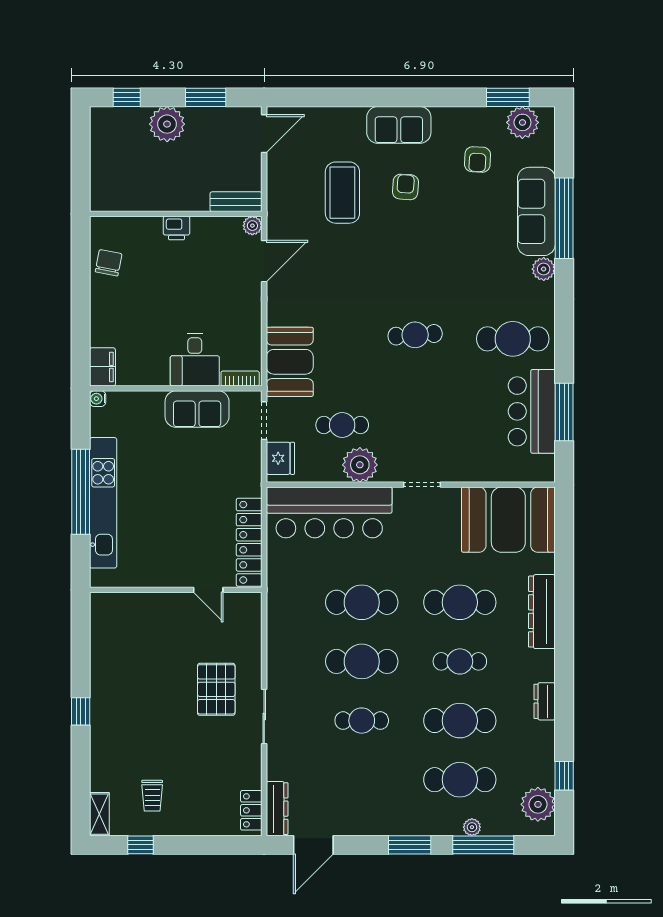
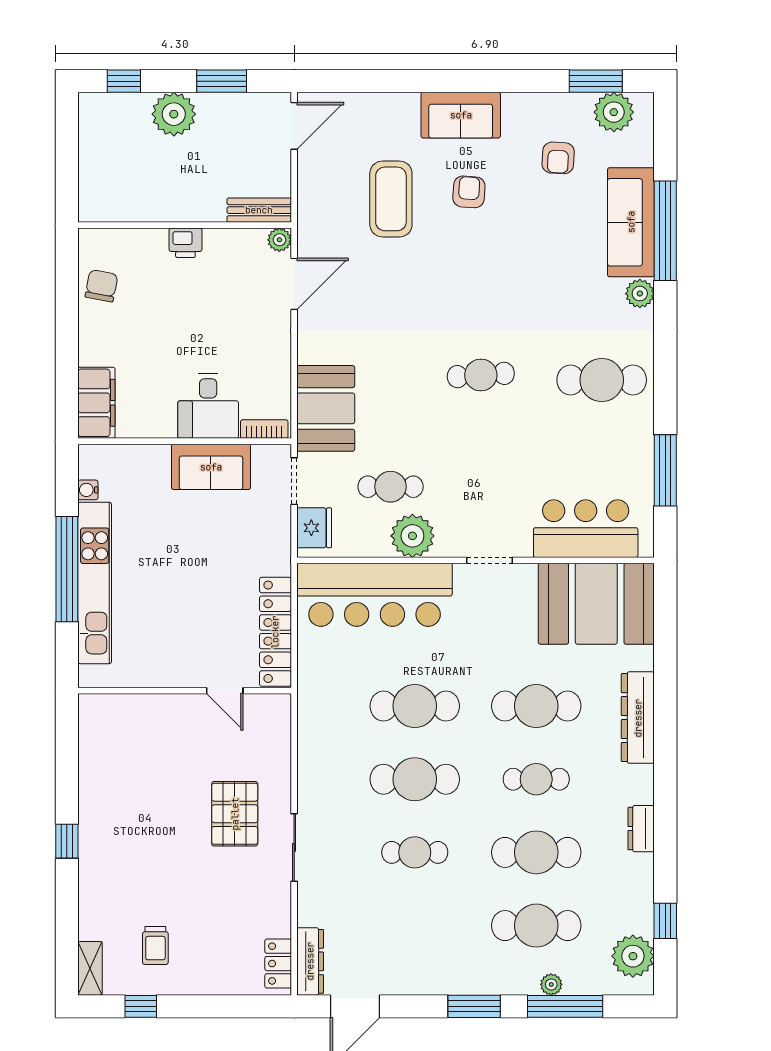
filing cabinet: (102, 367) -> (96, 403), width x1.50, depth x1.17
water cooler: (98, 399) -> (88, 490), moved
bar counter: (532, 411) -> (586, 529), moved, turned 90

